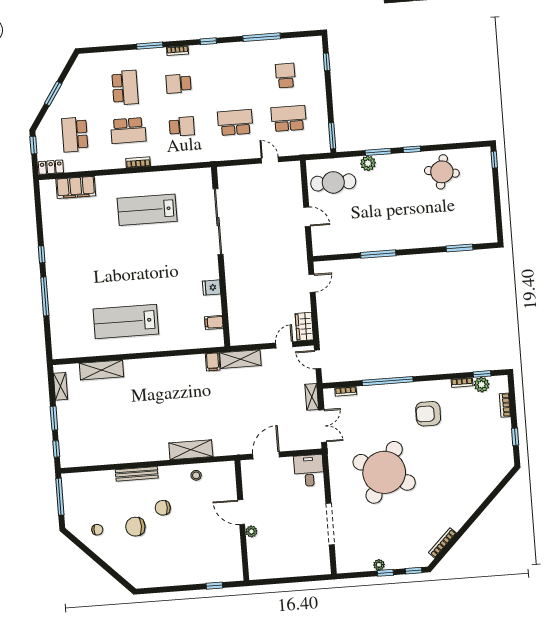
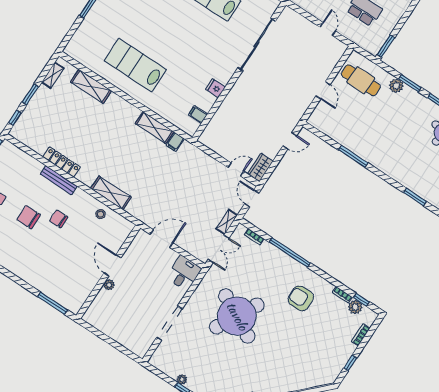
shelving: (240, 359) -> (154, 128), moved
locker: (127, 456) -> (62, 162), added
window: (214, 586) -> (53, 303), width x2.17

